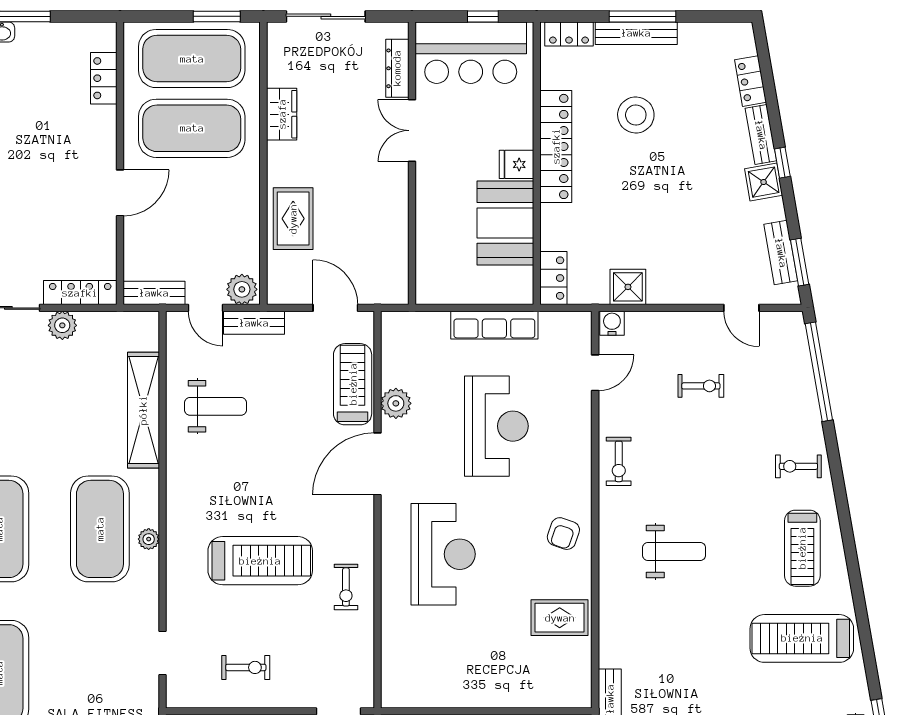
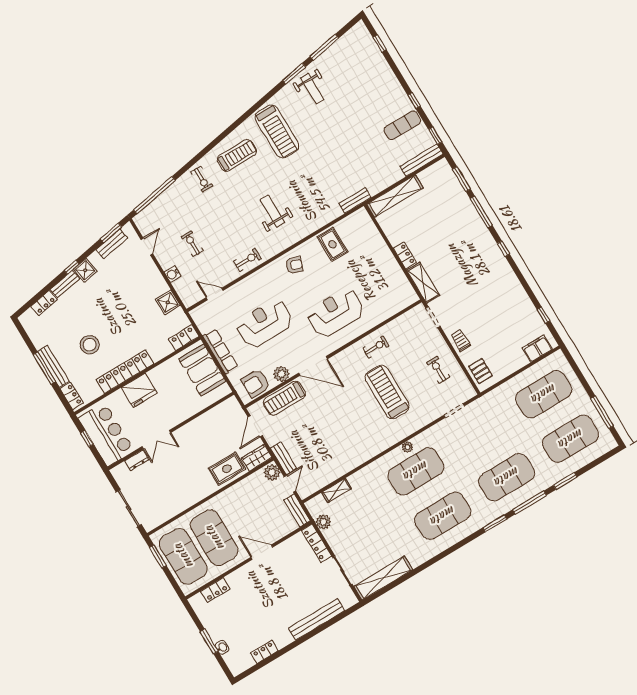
dresser: (397, 68) -> (137, 460), width x0.70
wardrobe: (282, 114) -> (257, 458), moved
fridge: (516, 164) -> (139, 390), width x1.88, depth x1.34
booth: (505, 223) -> (202, 370), moved, turned 90
water cooler: (612, 323) -> (173, 274), moved
plant: (62, 325) -> (323, 522), moved
armchair: (406, 352) -> (256, 383), added
weight bench: (215, 406) -> (331, 453), removed
shelving: (143, 410) -> (337, 491), width x0.45, depth x0.75

